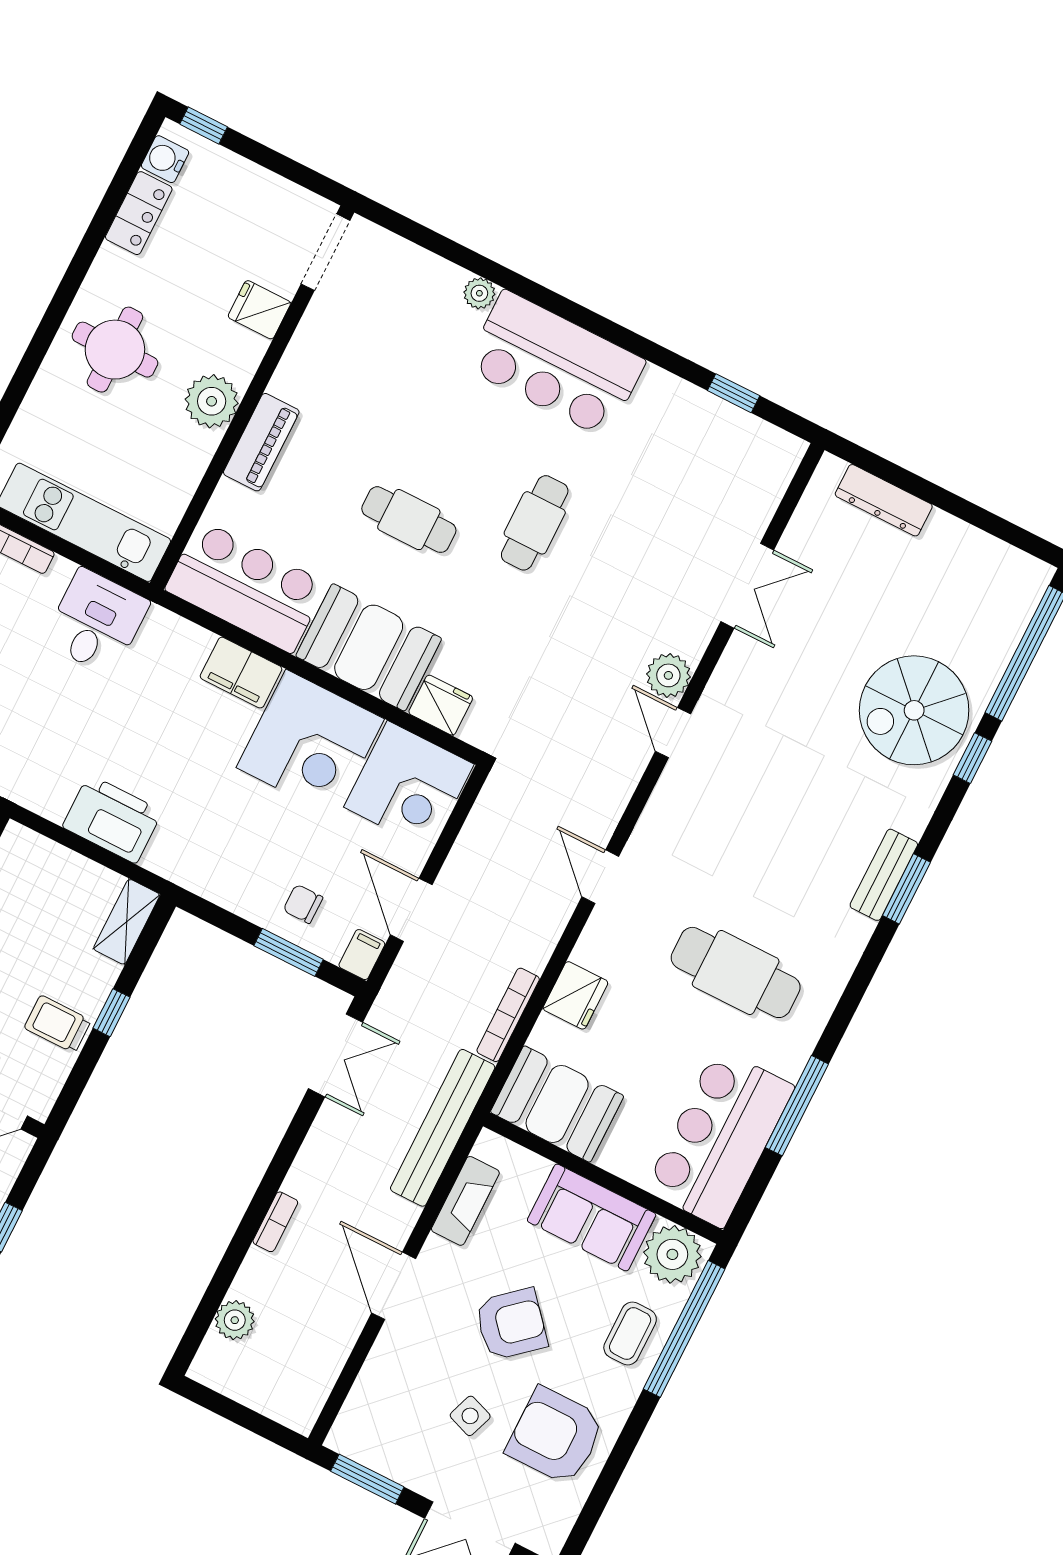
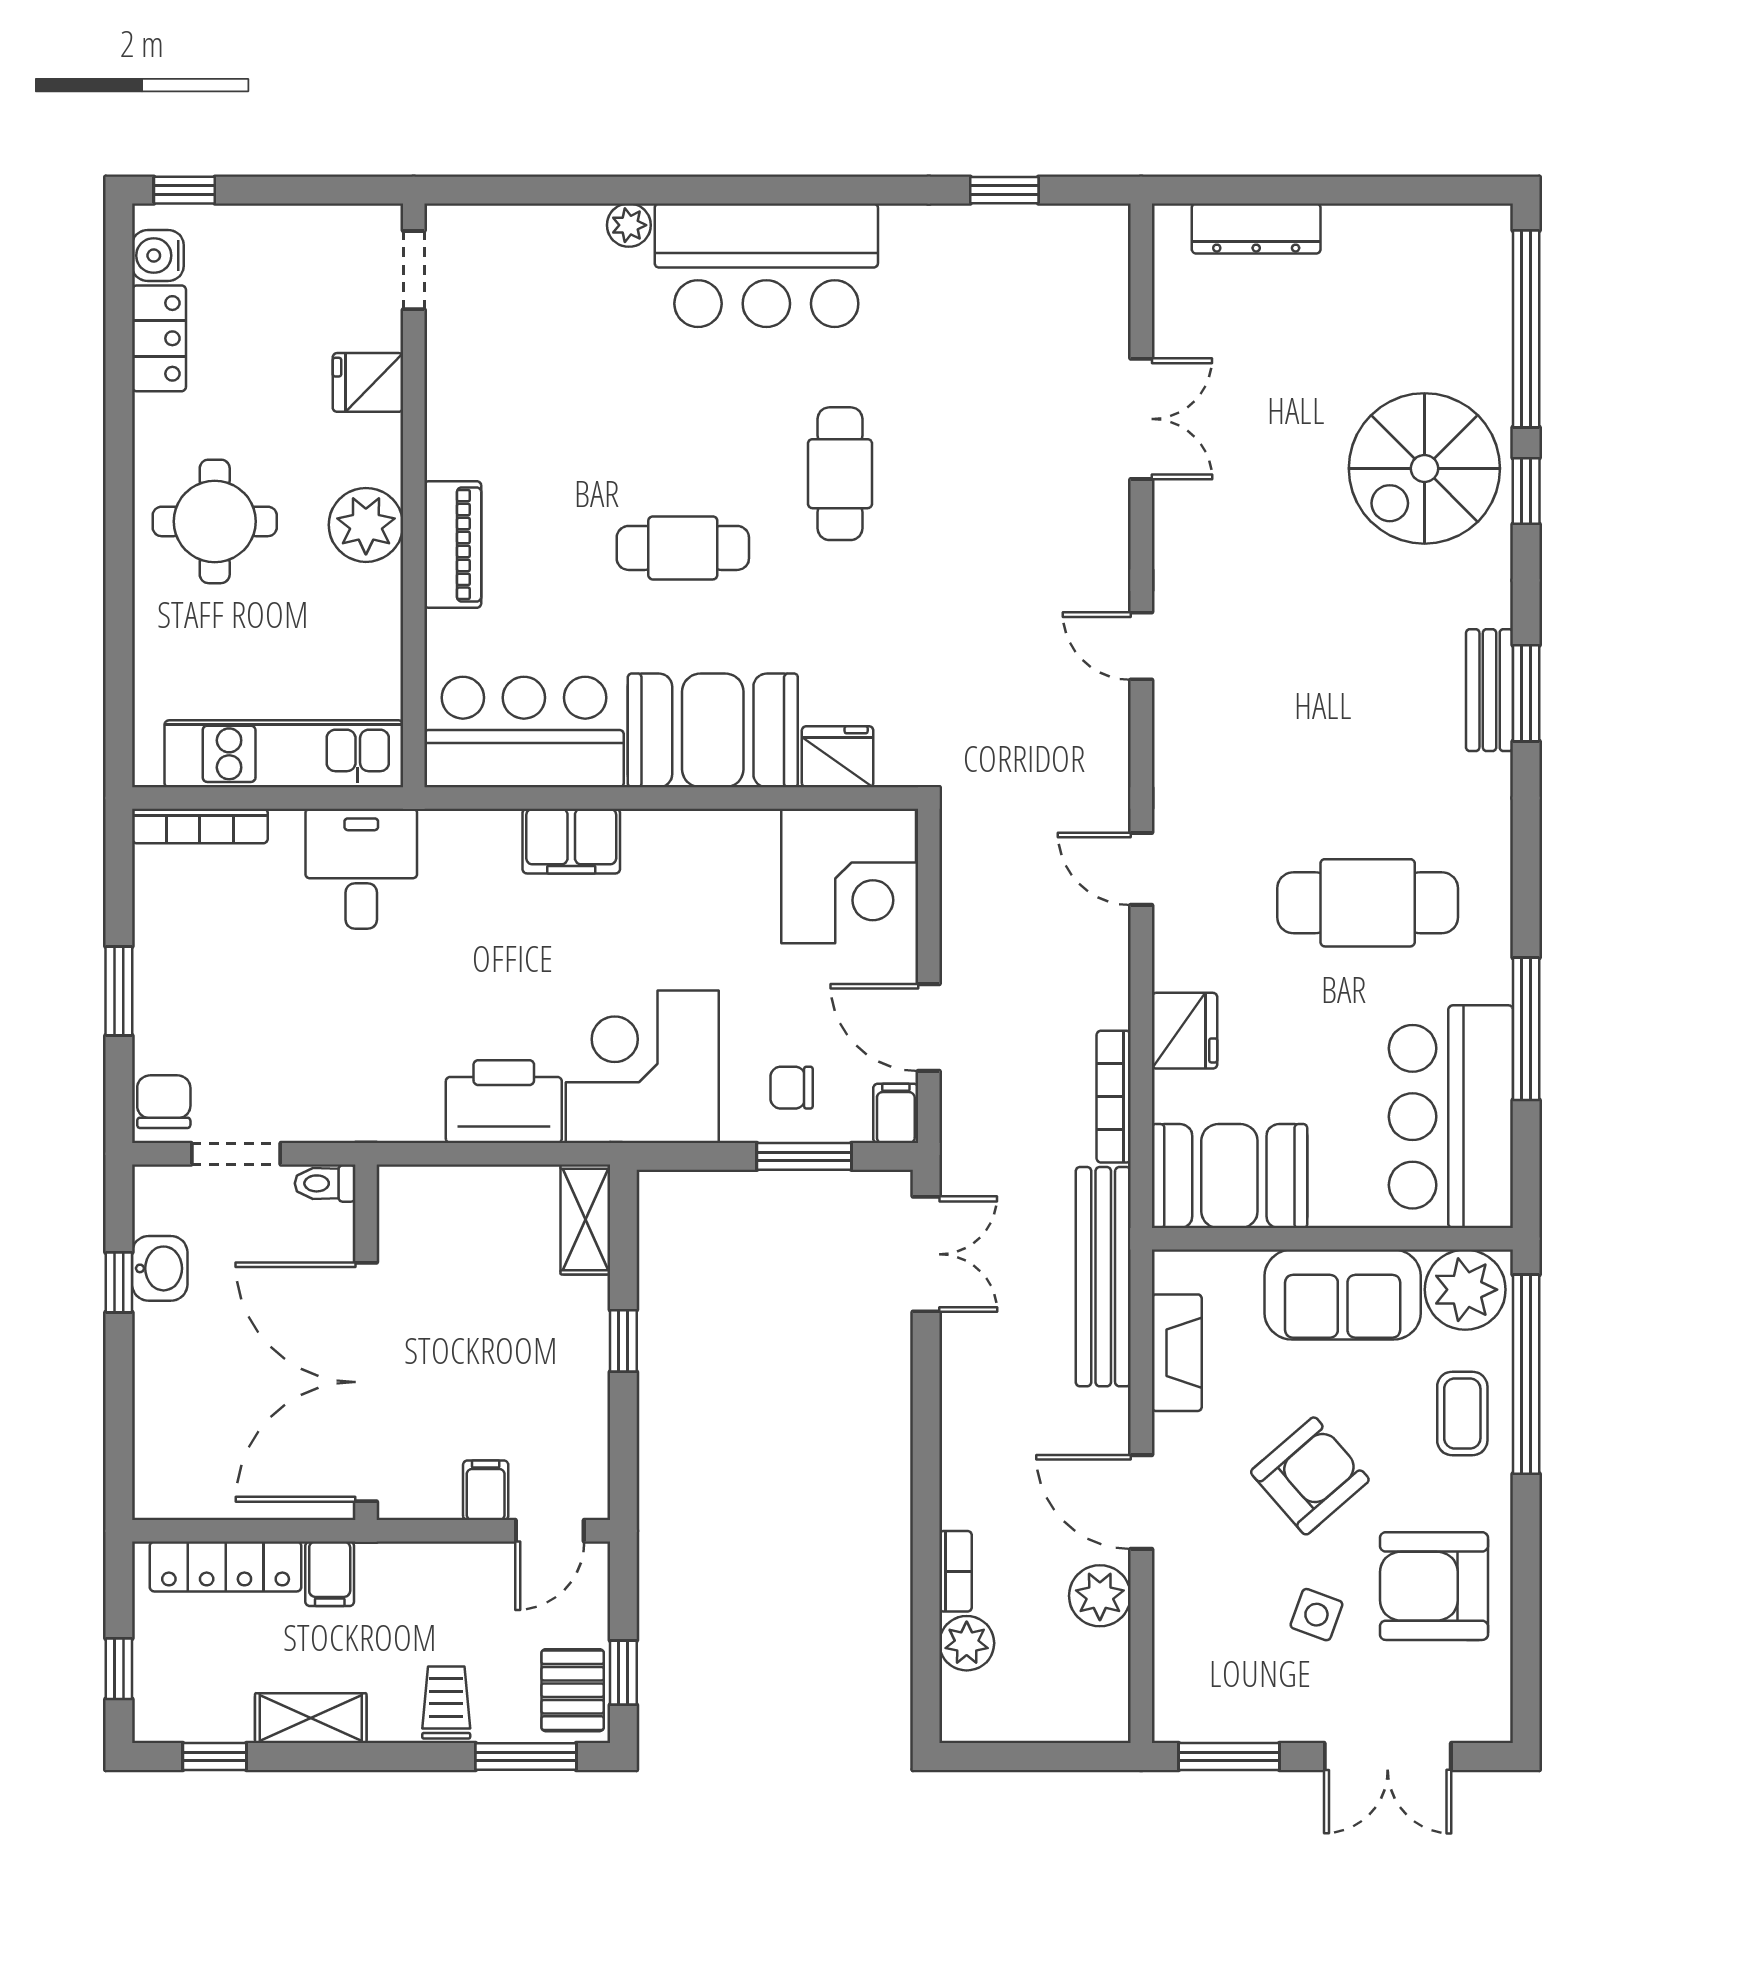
doorway: (326, 252) -> (414, 270), width x0.73
plant: (668, 675) -> (1100, 1596), moved
corner desk: (310, 743) -> (642, 1067), moved, turned 180
trolley: (58, 1024) -> (564, 1389), removed
bookcase: (275, 1222) -> (956, 1571), moved

